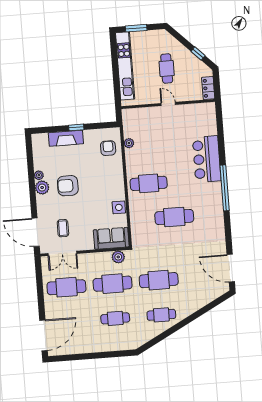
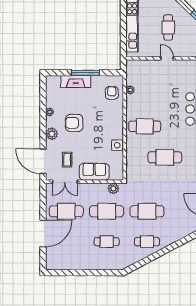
window: (76, 127) -> (86, 73), width x2.17
plant: (42, 188) -> (52, 134), moved
sofa: (111, 238) -> (94, 172), moved
door: (44, 335) -> (43, 233), moved

